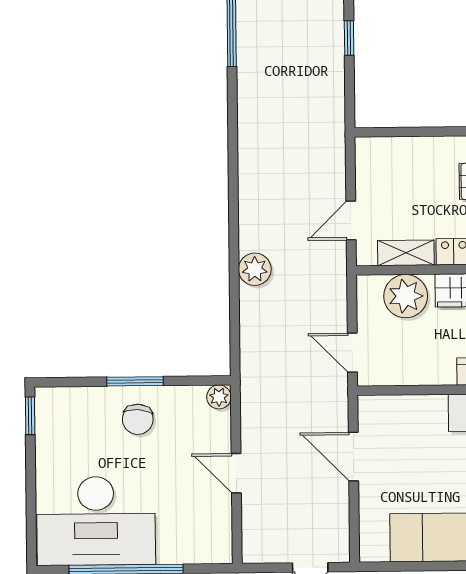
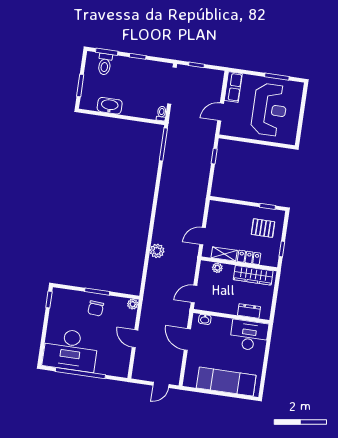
plant: (406, 296) -> (217, 268), width x0.53, depth x0.53
door: (352, 353) -> (194, 294), hinge flipped
washbasin: (385, 406) -> (205, 319), added

